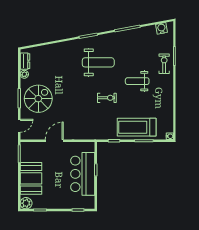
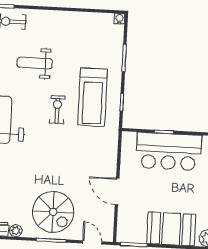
weight bench: (137, 81) -> (35, 63), turned 90
spiral stairs: (38, 99) -> (53, 212), turned 180
treadmill: (137, 127) -> (93, 97), moved

